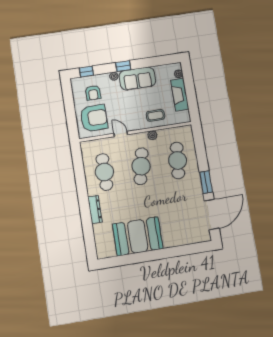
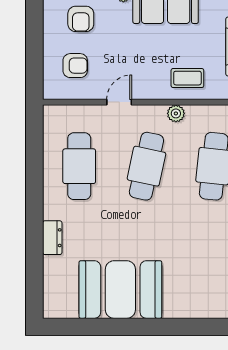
armchair: (94, 118) -> (75, 66), width x0.53, depth x0.53
door: (121, 134) -> (119, 102), hinge flipped
dresser: (95, 210) -> (52, 238), width x0.70

